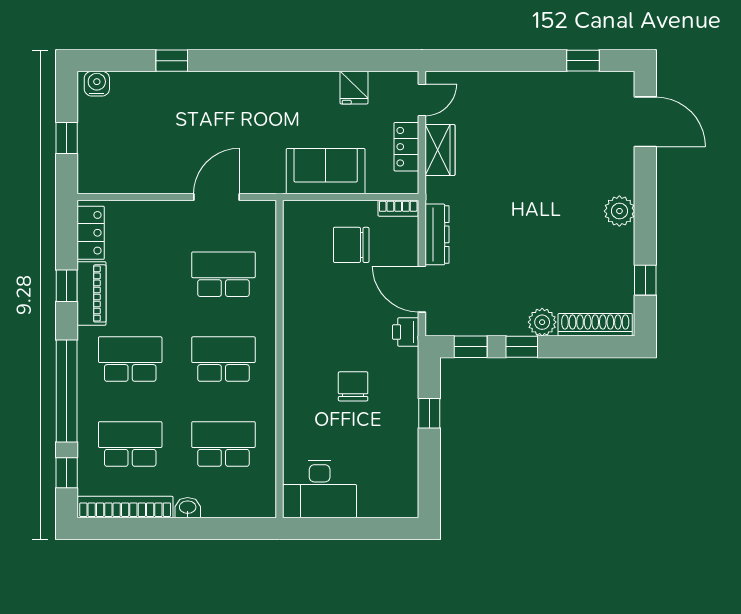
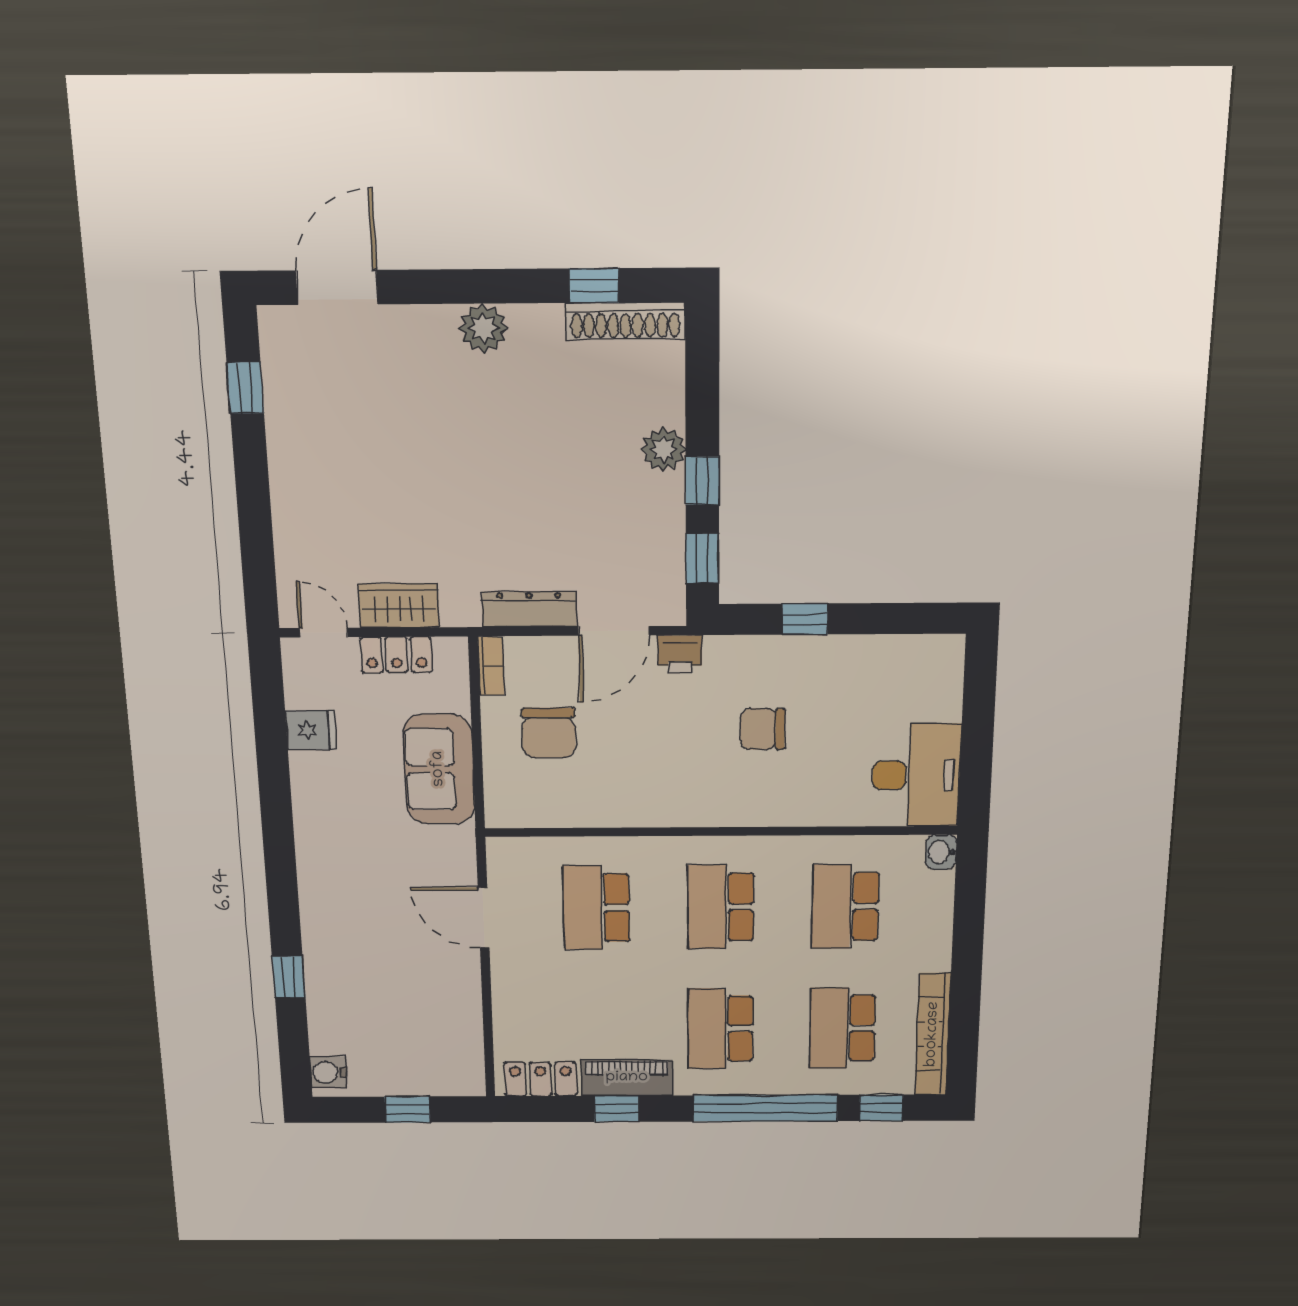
shoe rack: (595, 325) -> (625, 321), moved, turned -90
washbasin: (188, 508) -> (941, 852), moved

